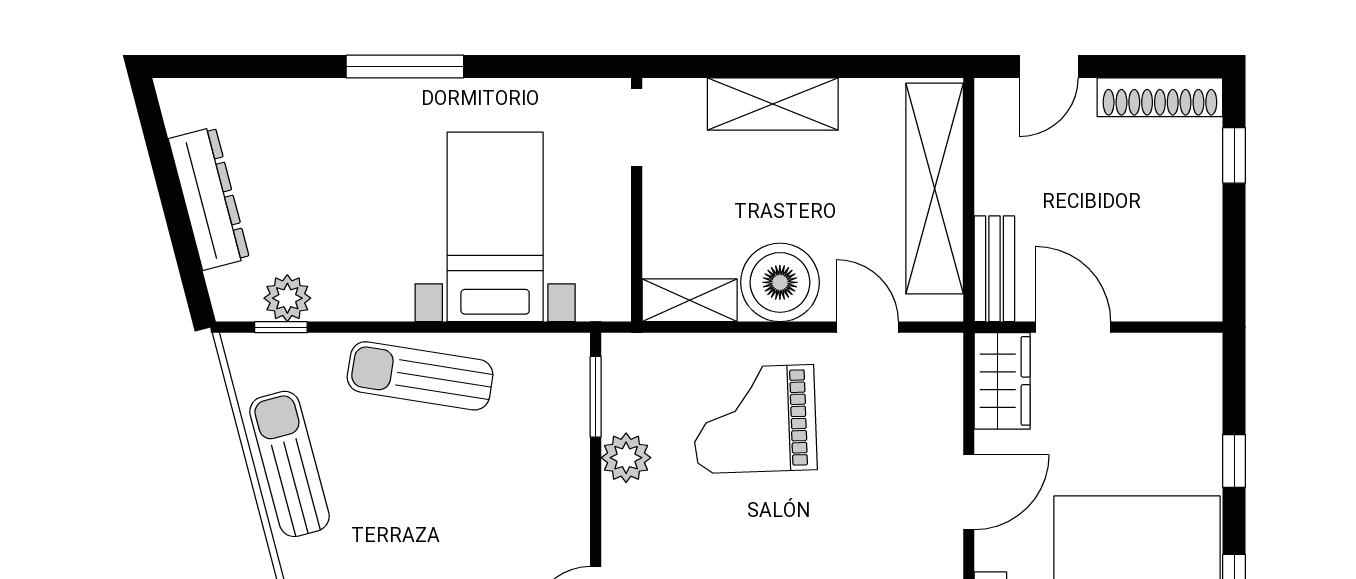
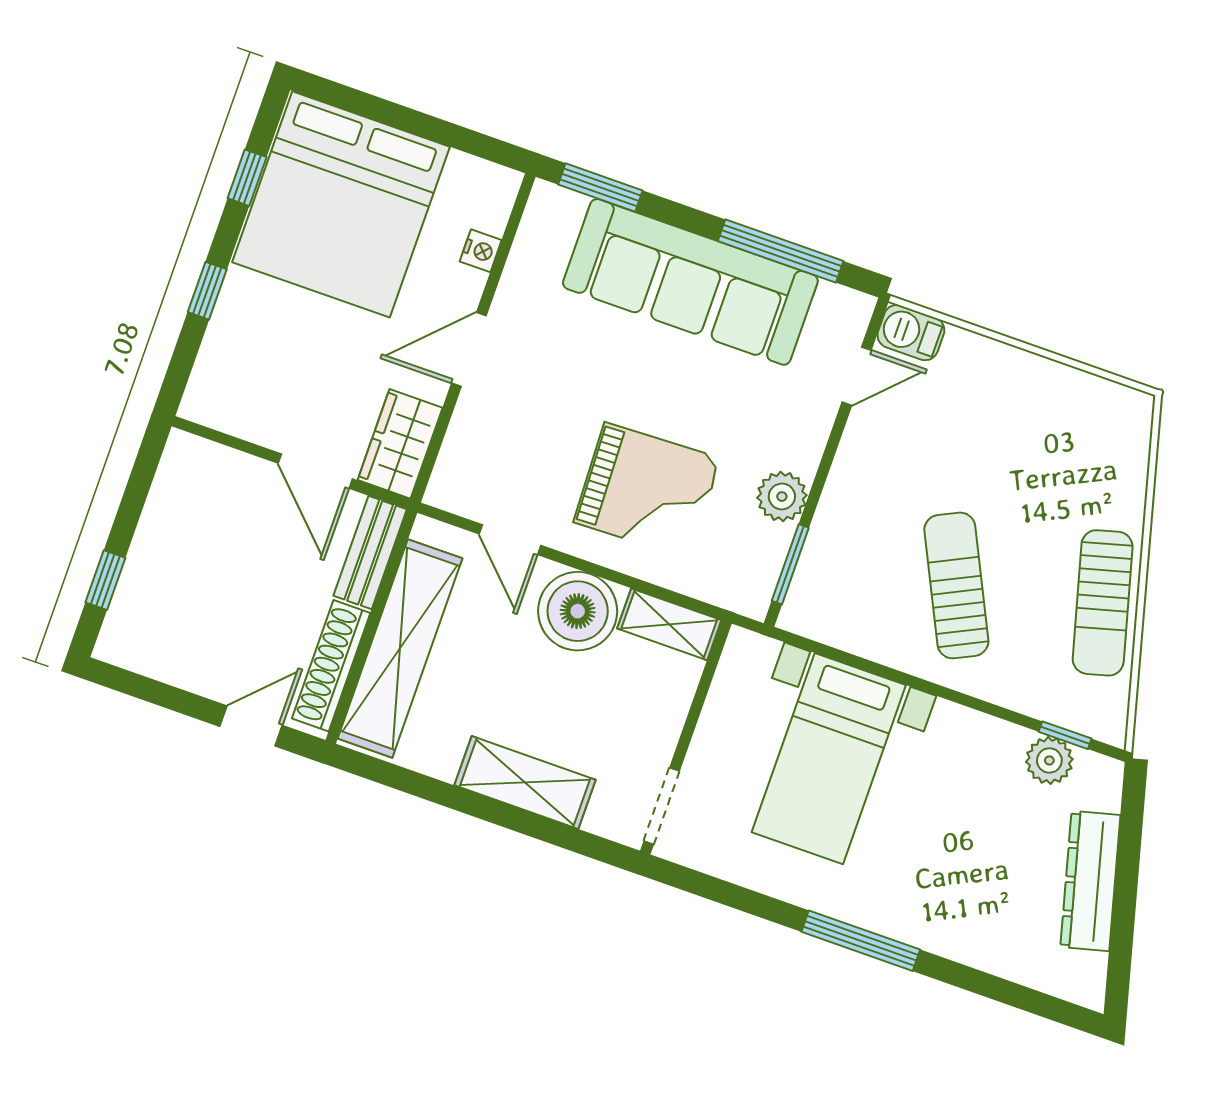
shoe rack: (1160, 97) -> (331, 666), moved, turned -90
sun lounger: (420, 376) -> (956, 585), moved, turned -125

